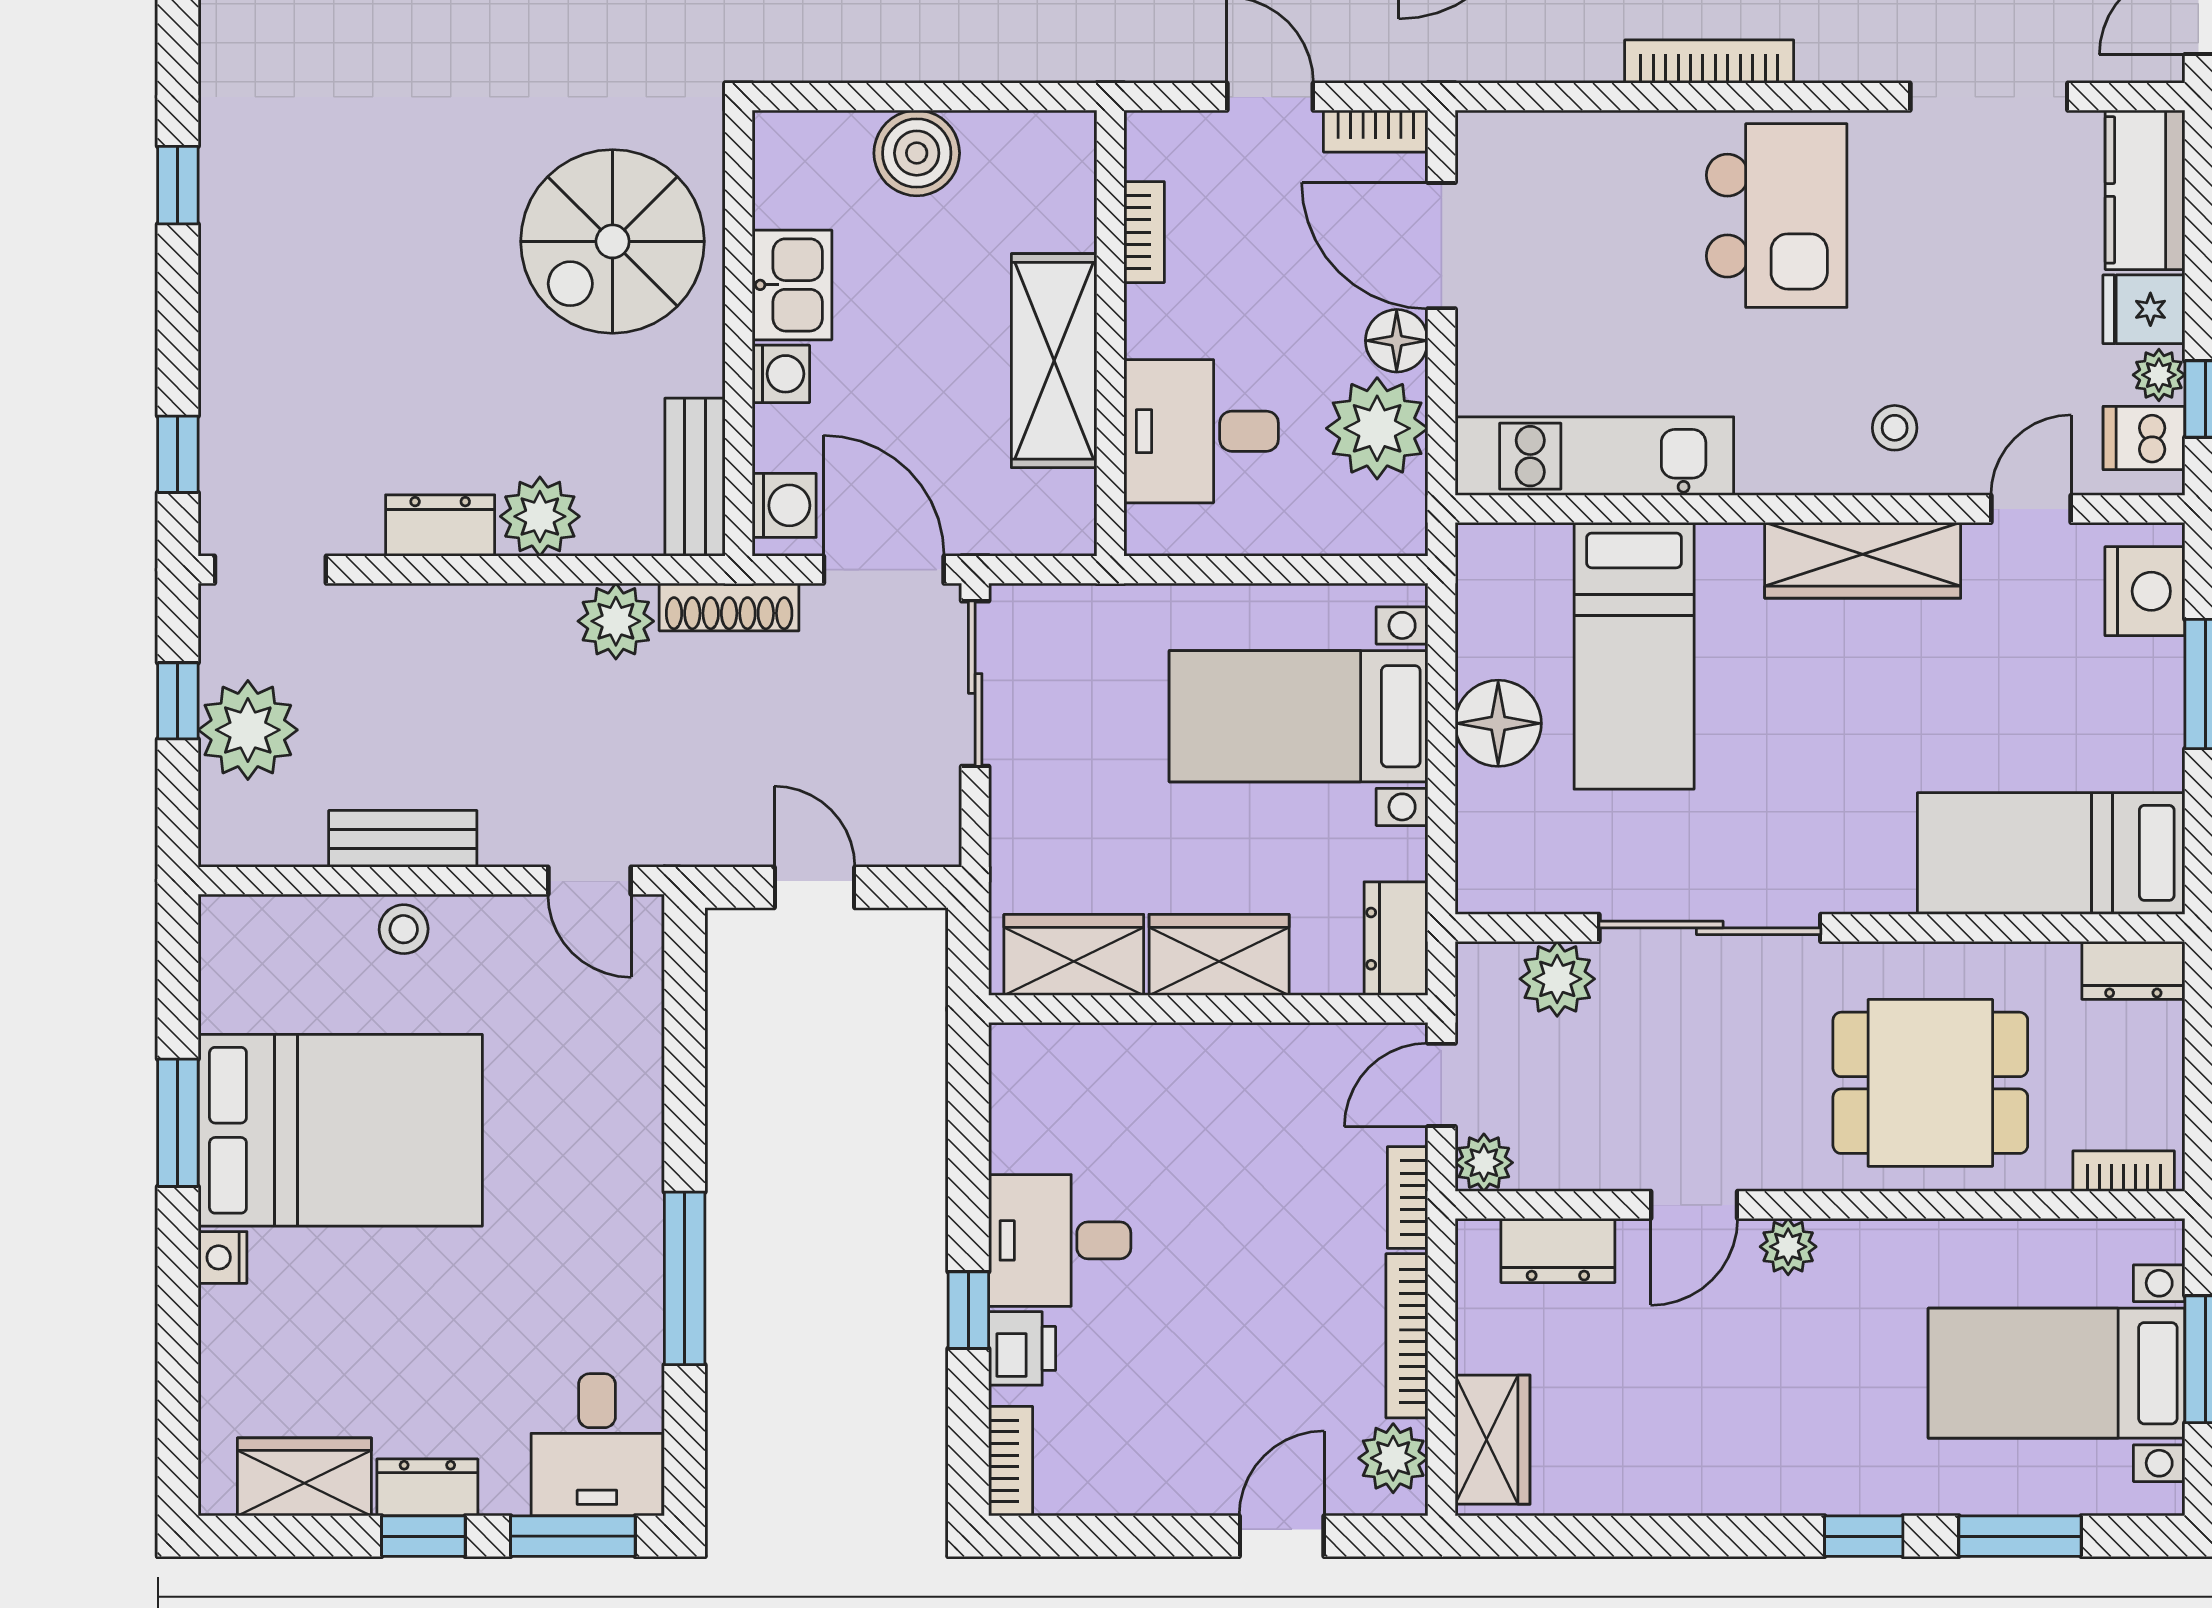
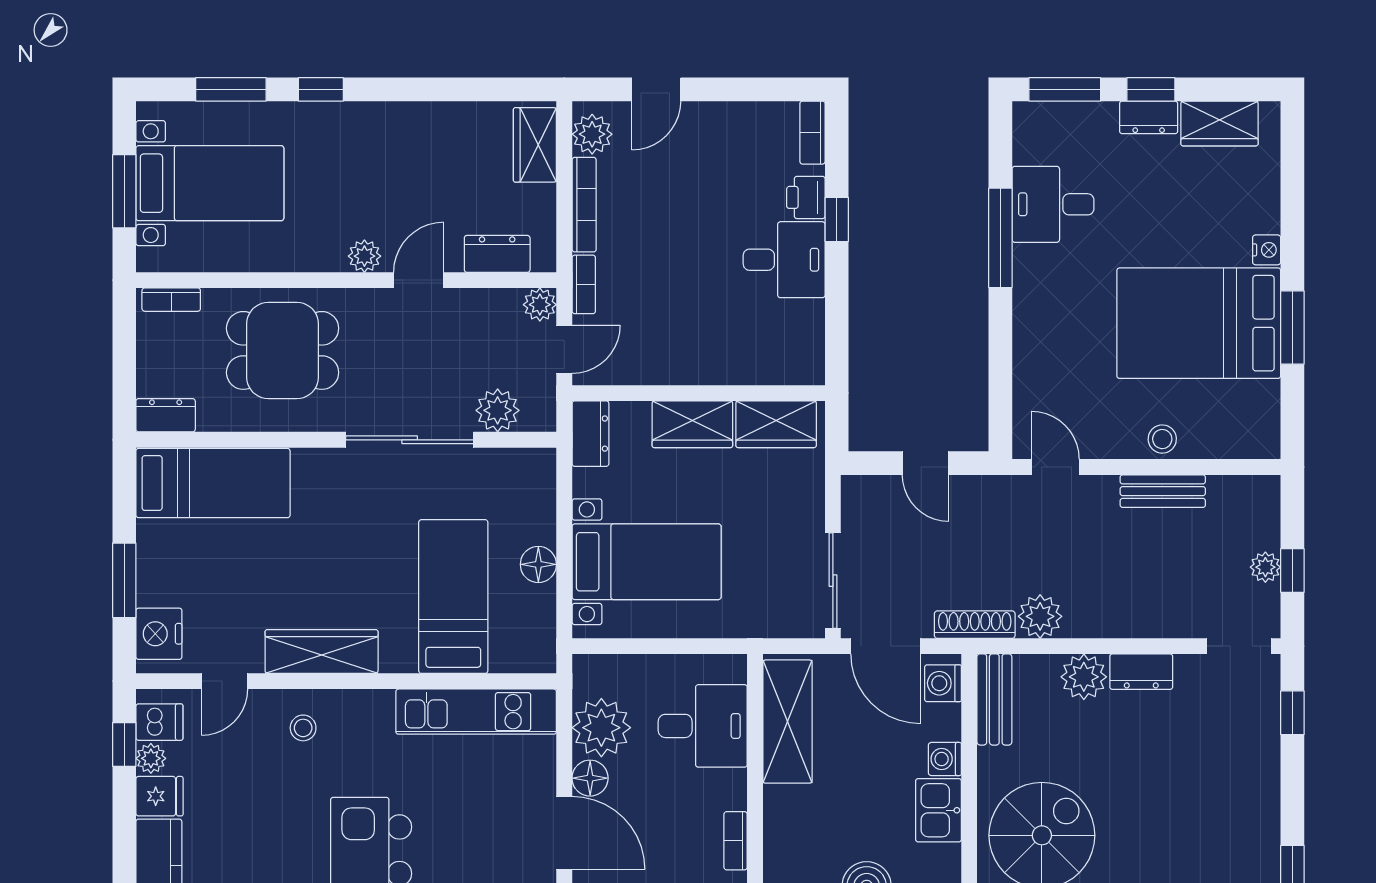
shelving: (1054, 361) -> (787, 722), moved
floor lamp: (1498, 723) -> (538, 564), width x0.73, depth x0.73
plant: (248, 730) -> (1265, 567), width x0.53, depth x0.53
desk: (597, 1445) -> (1053, 204), moved, turned -90

